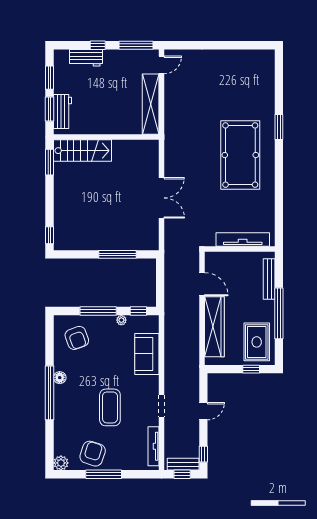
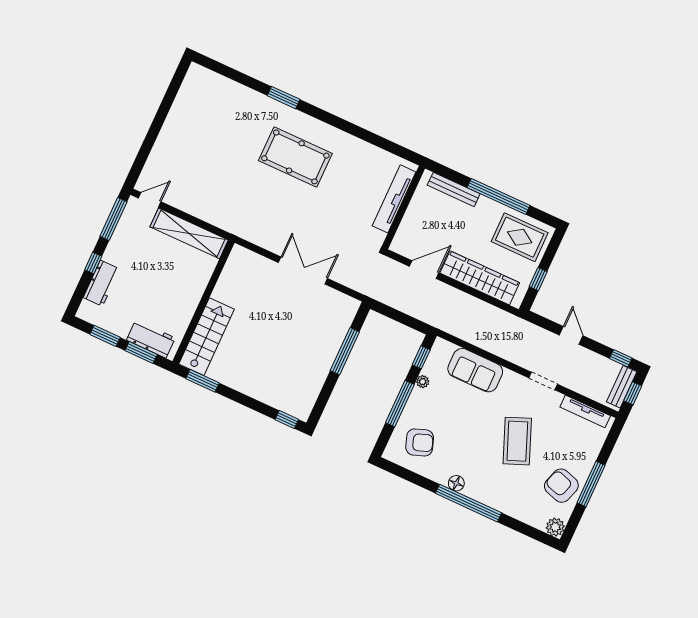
door: (162, 65) -> (150, 200), hinge flipped
pool table: (240, 155) -> (295, 157), width x0.73, depth x0.76
window: (251, 369) -> (538, 279), moved
coffee table: (110, 407) -> (517, 441), turned 68

